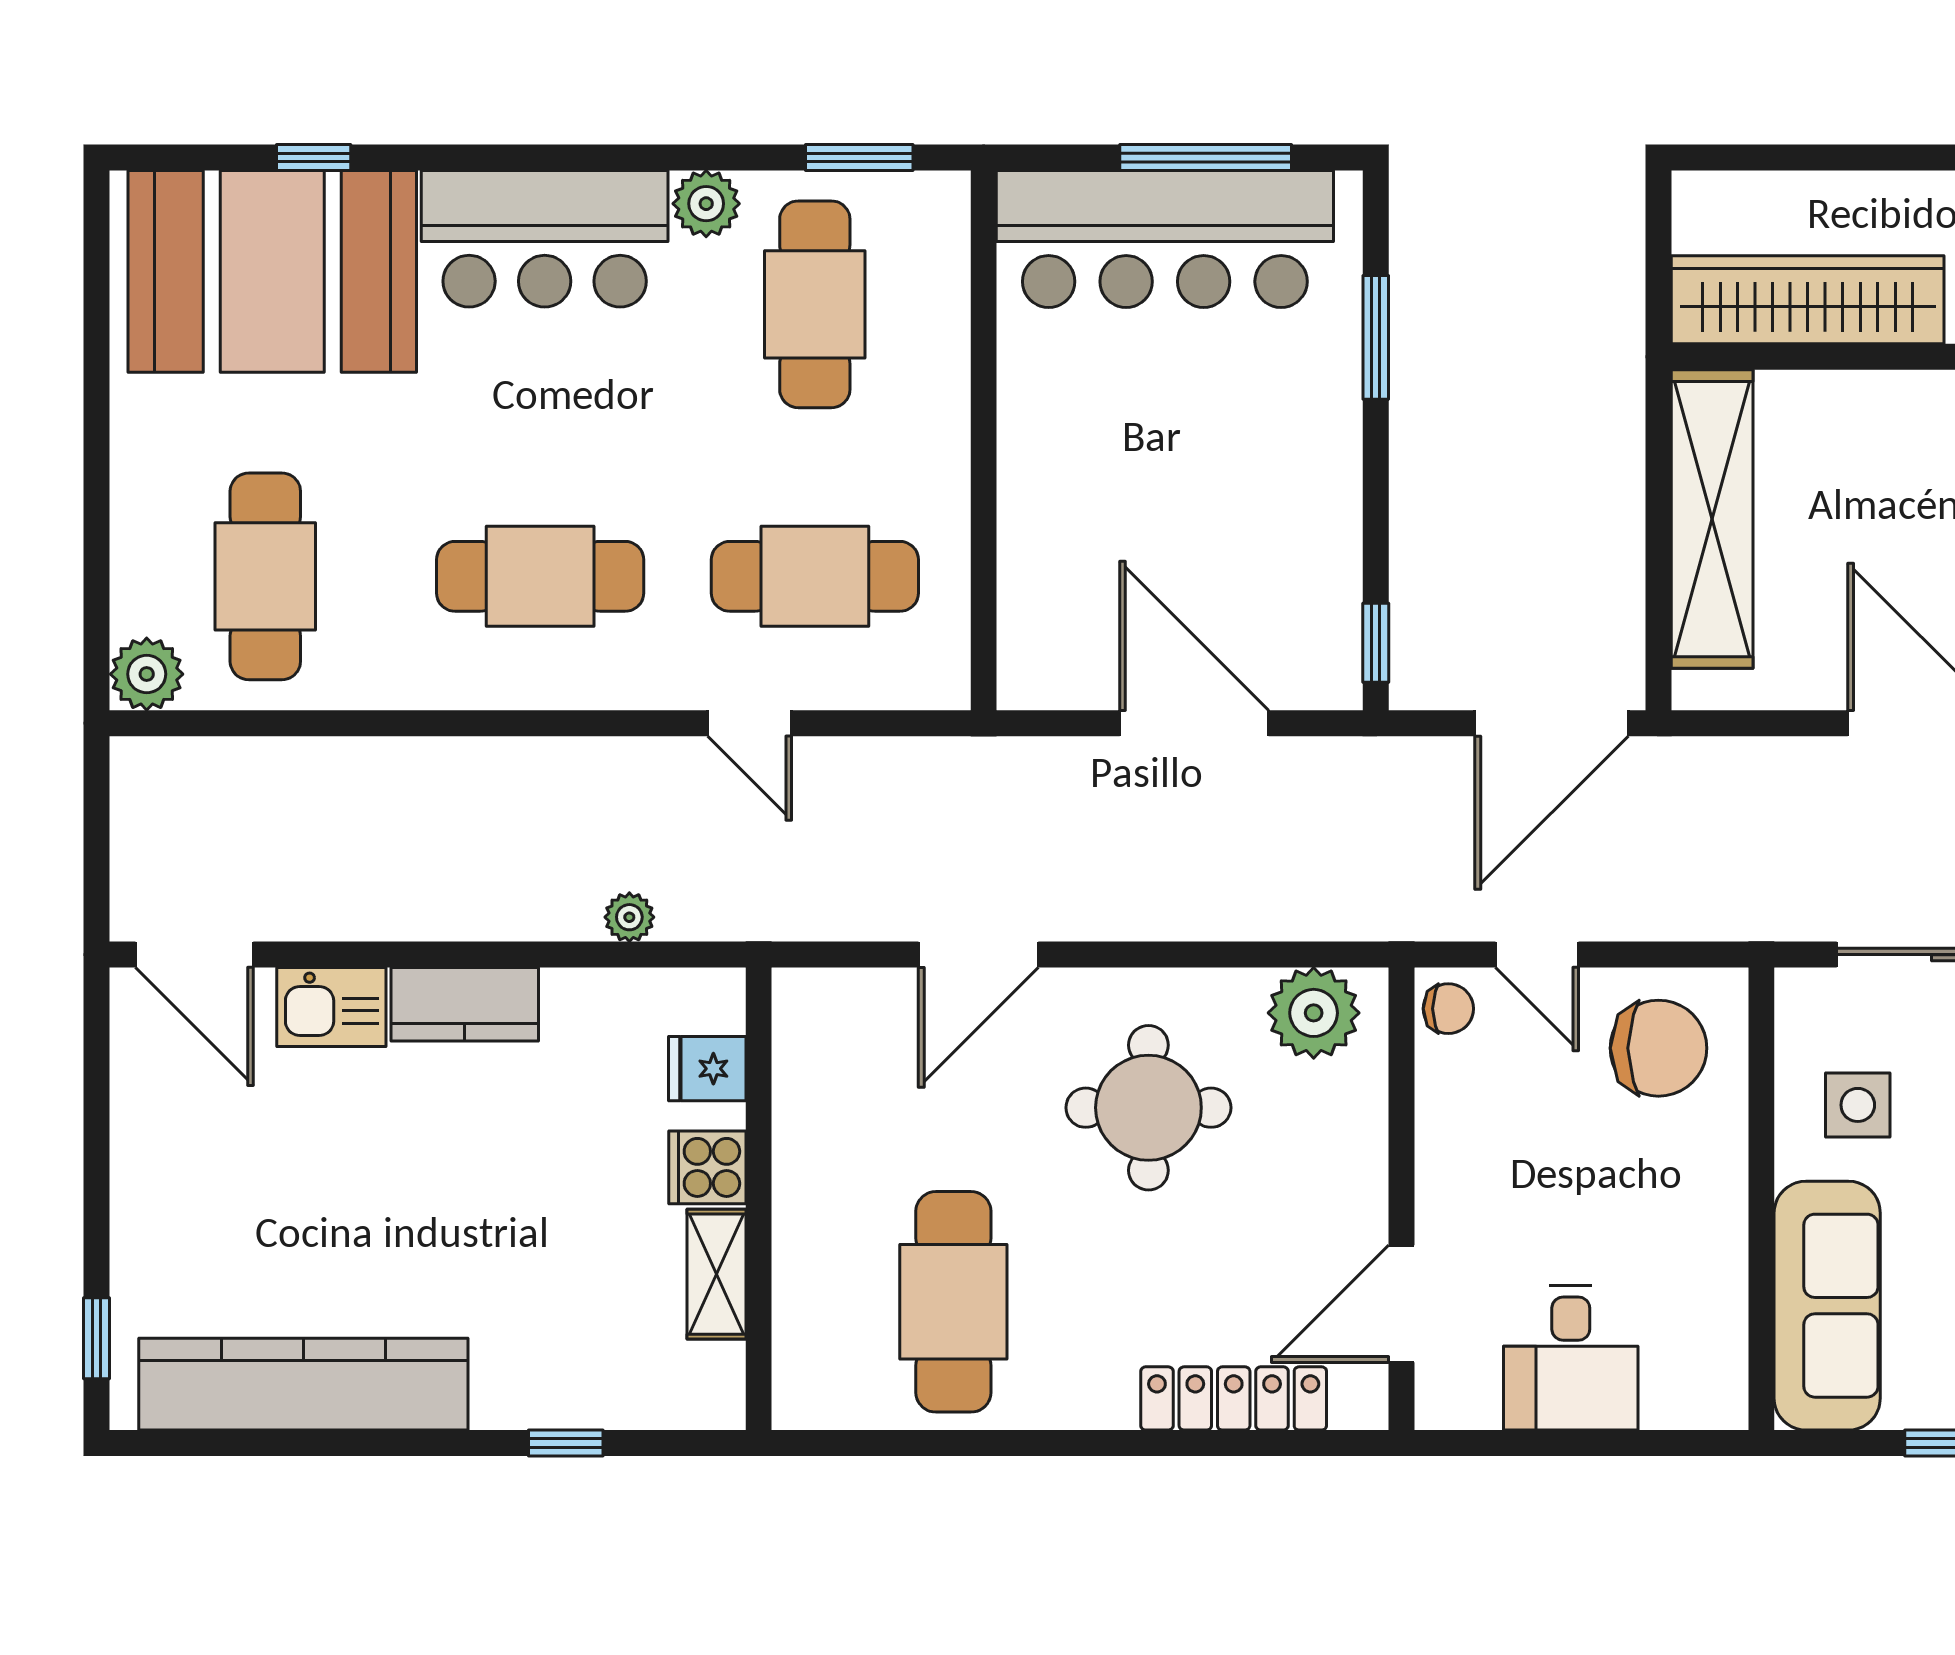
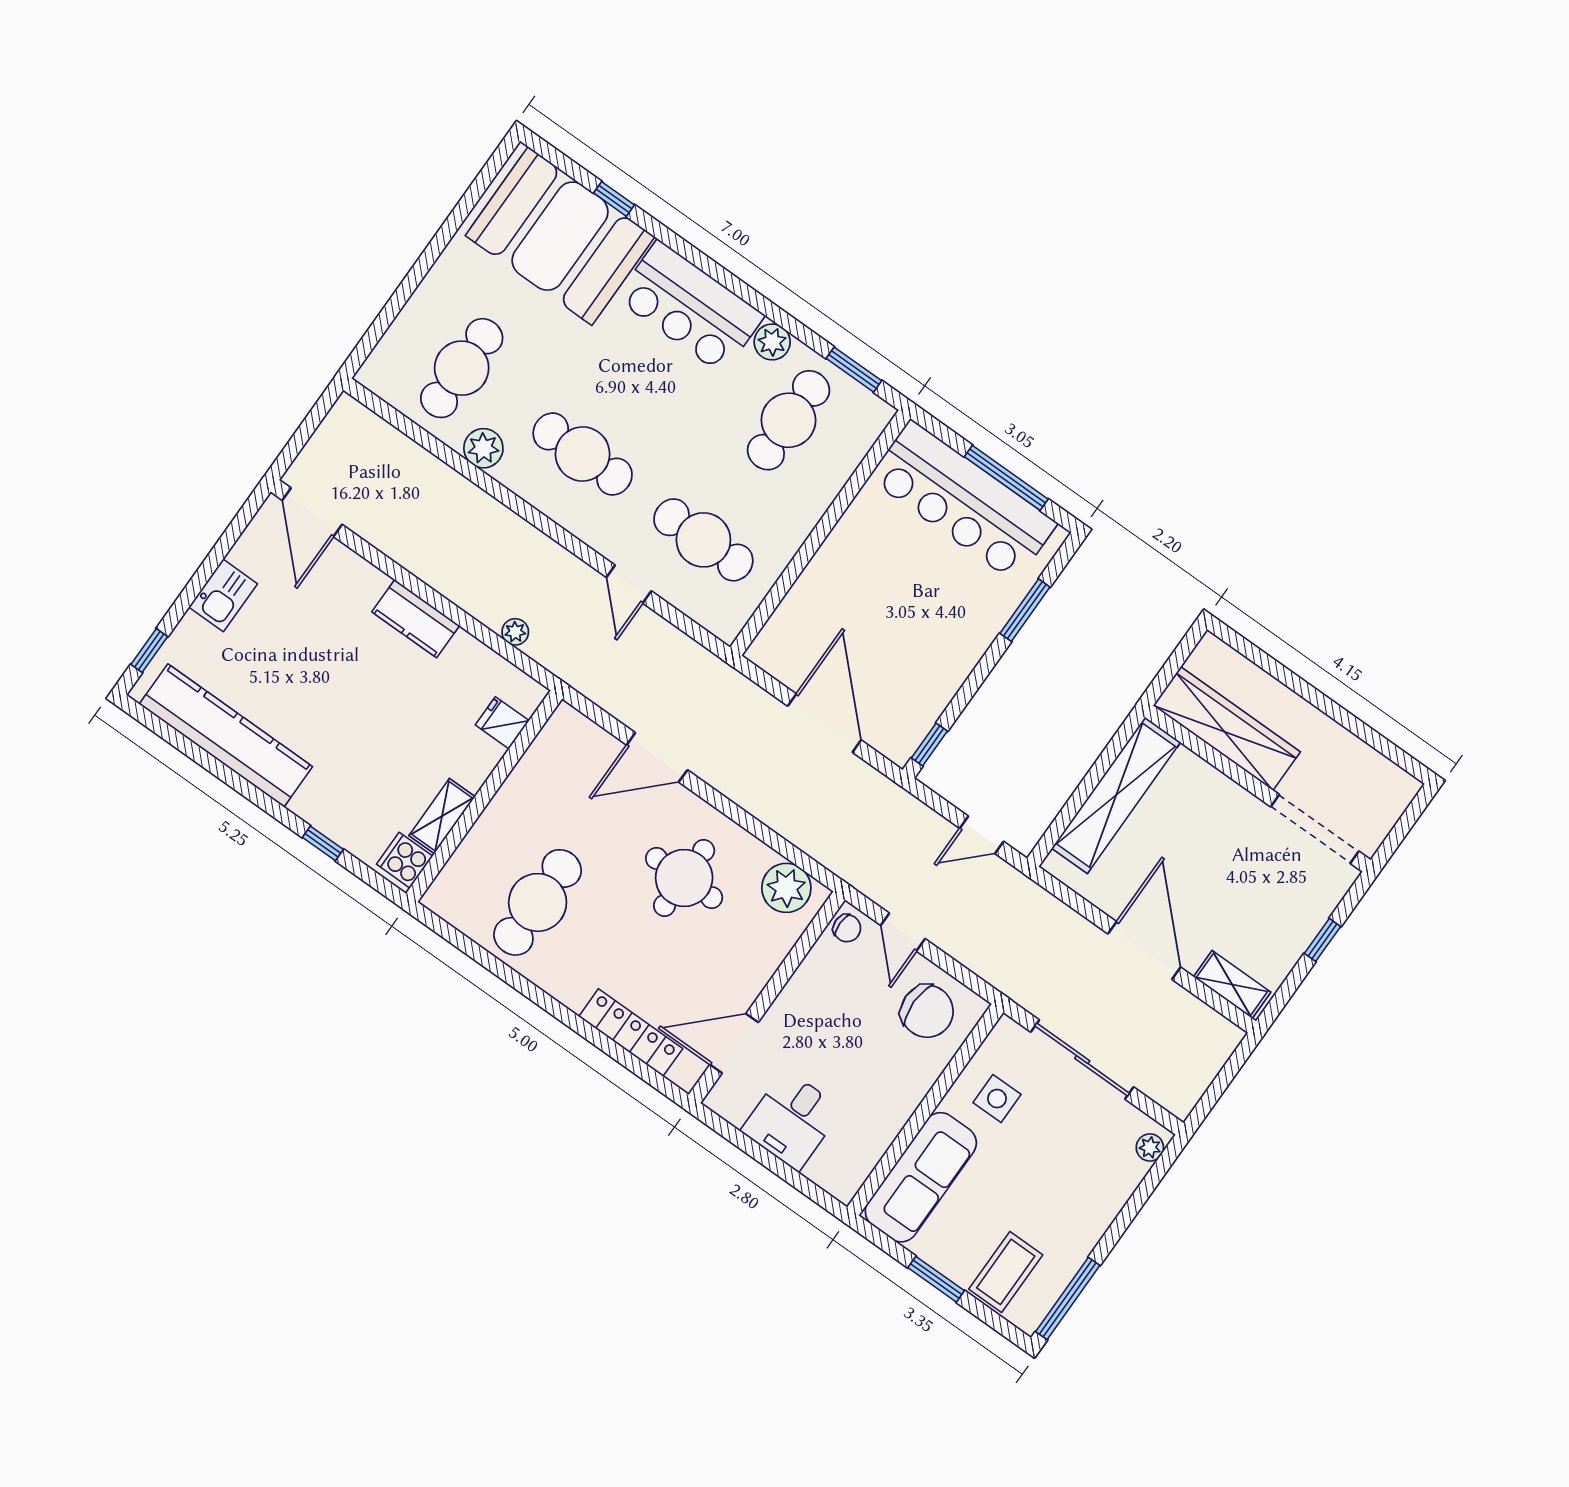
plant: (147, 674) -> (483, 448), moved
door: (1552, 723) -> (982, 835), width x0.53
kitchen sink: (331, 1007) -> (223, 595), moved, turned -90
cooker: (707, 1167) -> (405, 860), moved

